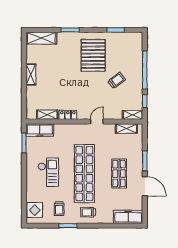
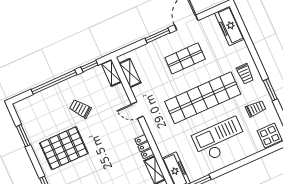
checkout: (48, 172) -> (220, 140), width x1.36, depth x1.21

